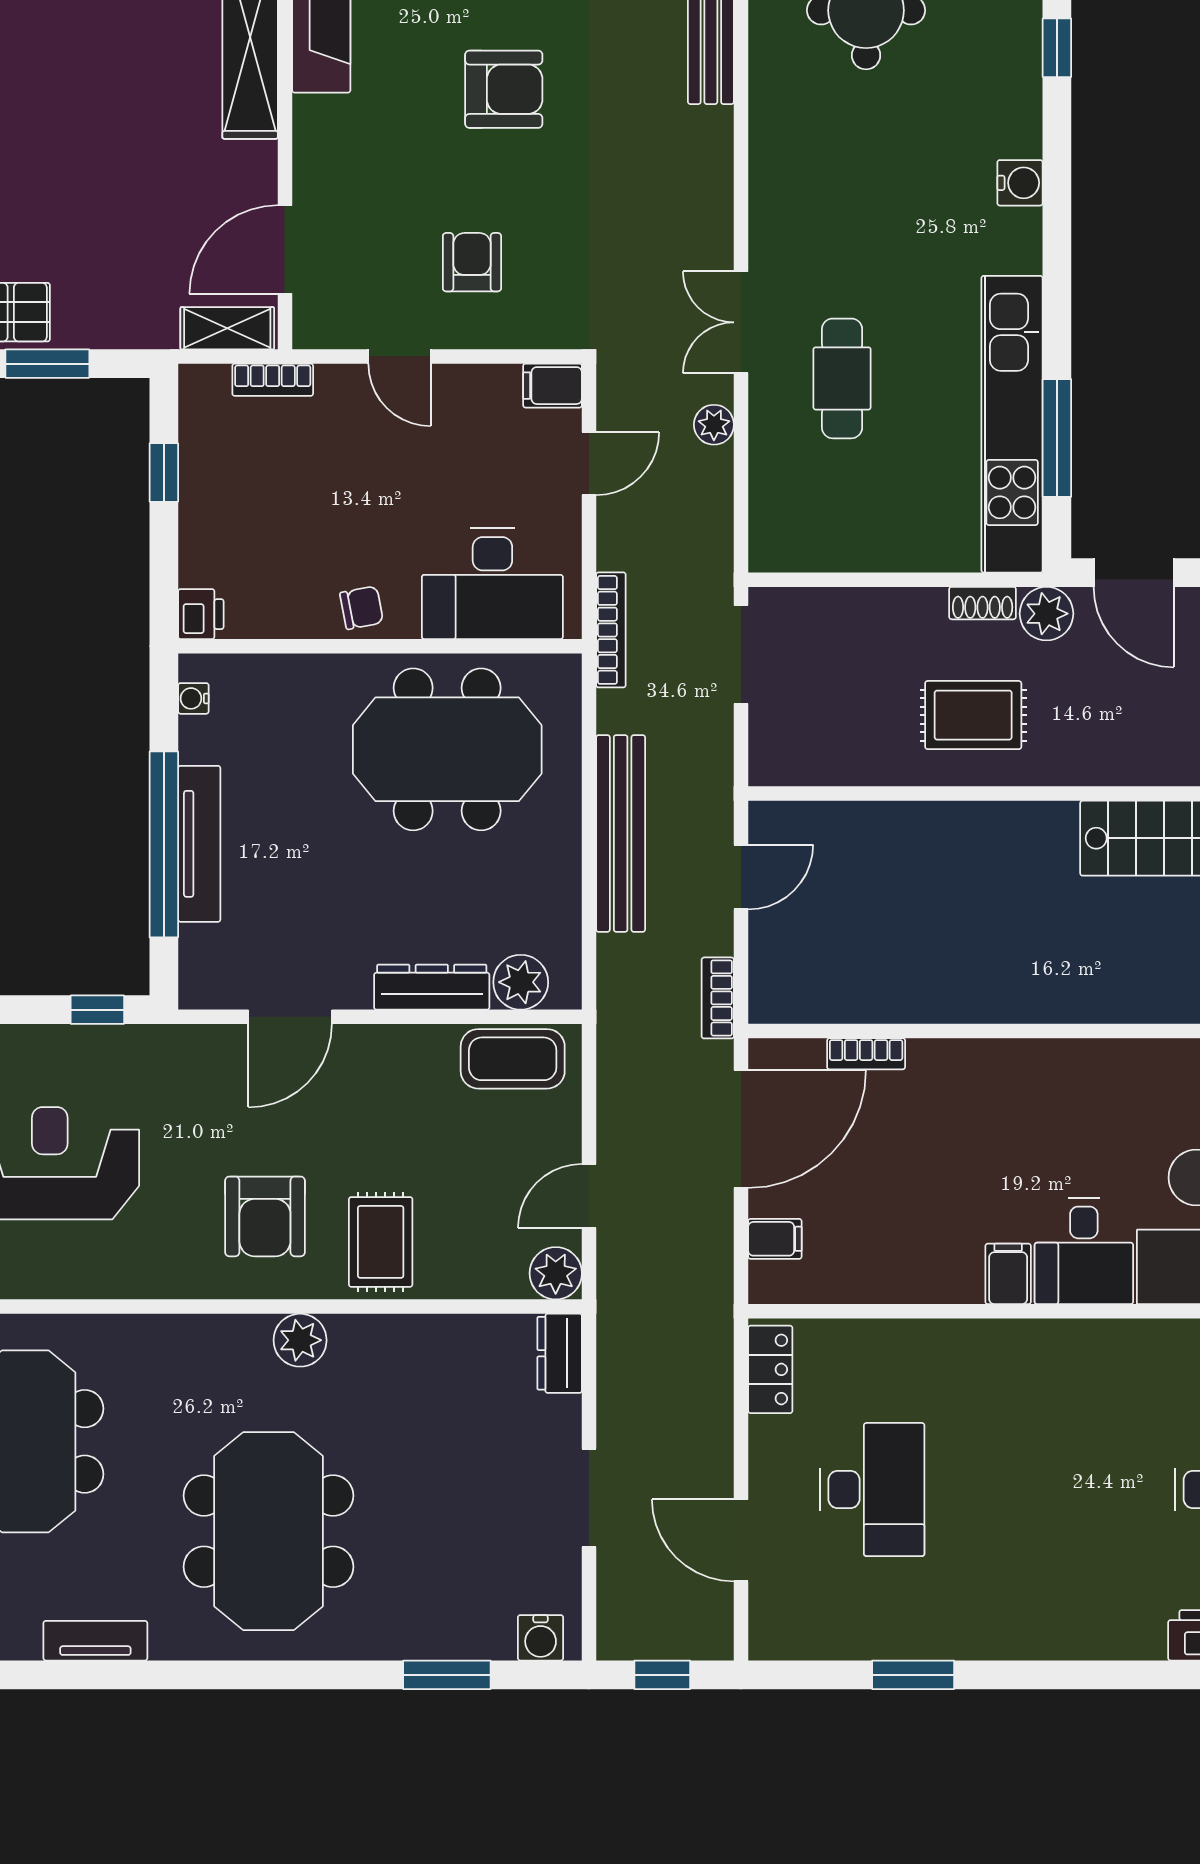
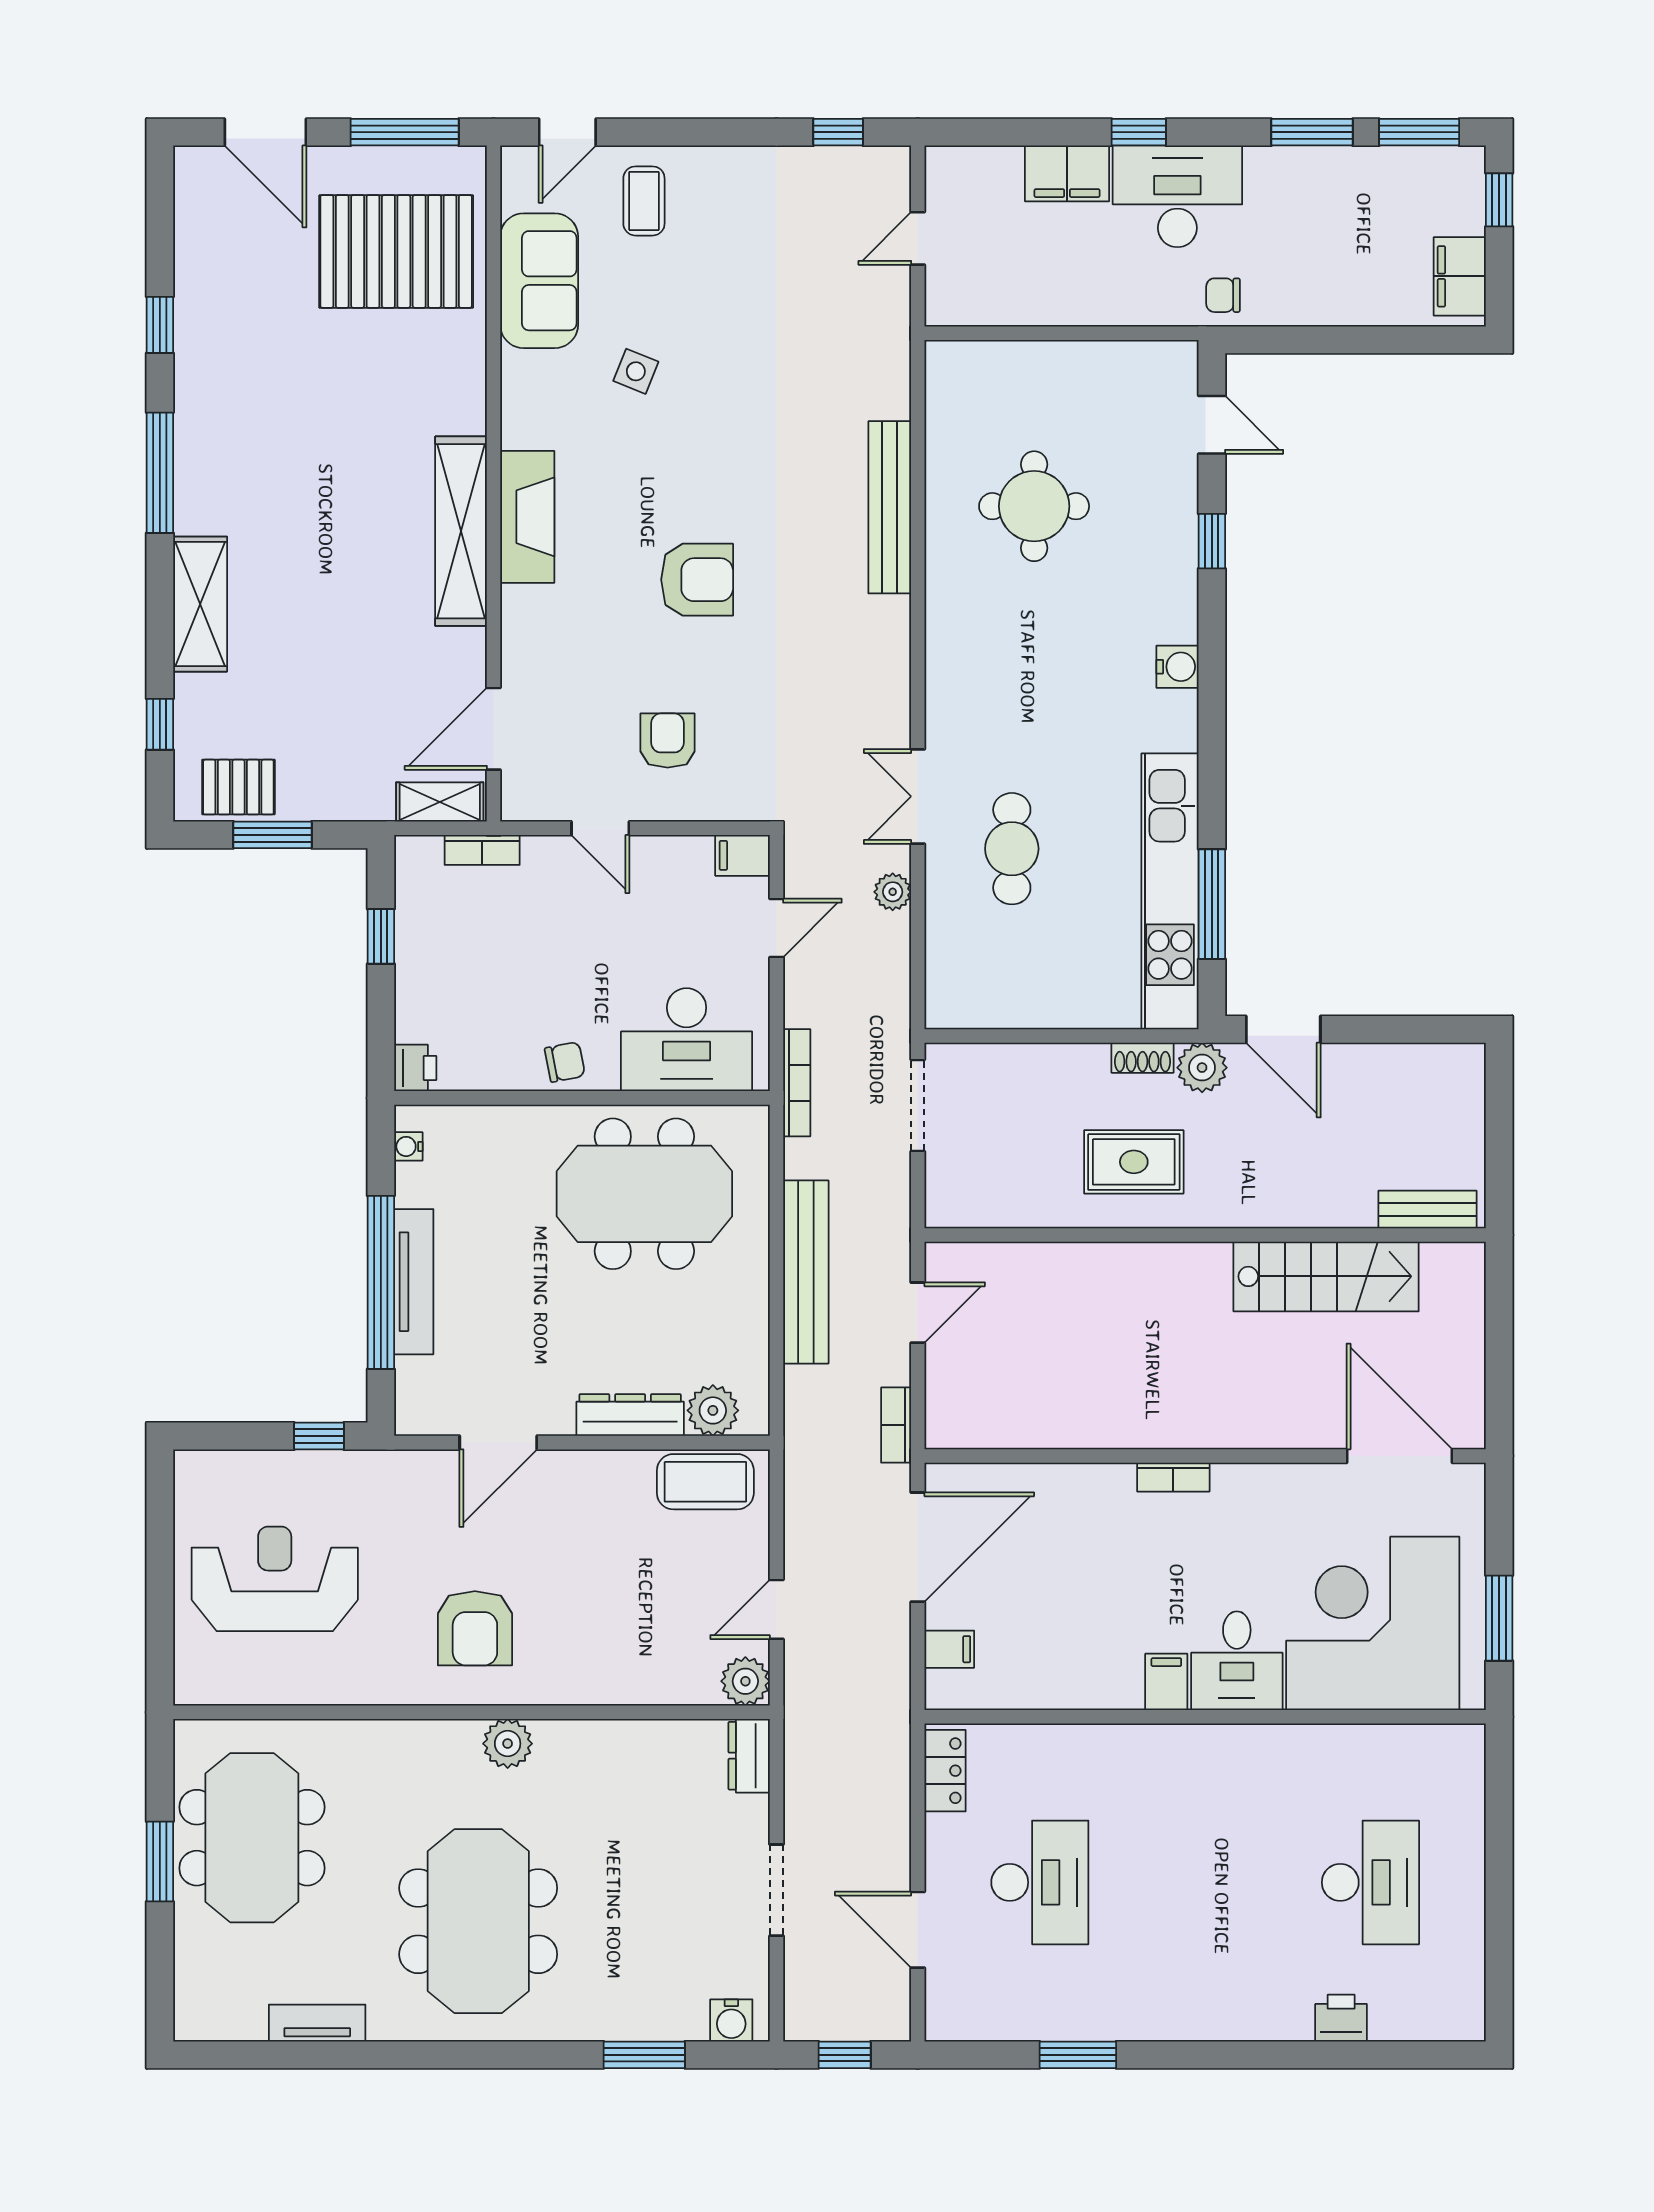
bookcase: (866, 1054) -> (1173, 1477), moved
rug: (381, 1242) -> (583, 1652), removed

